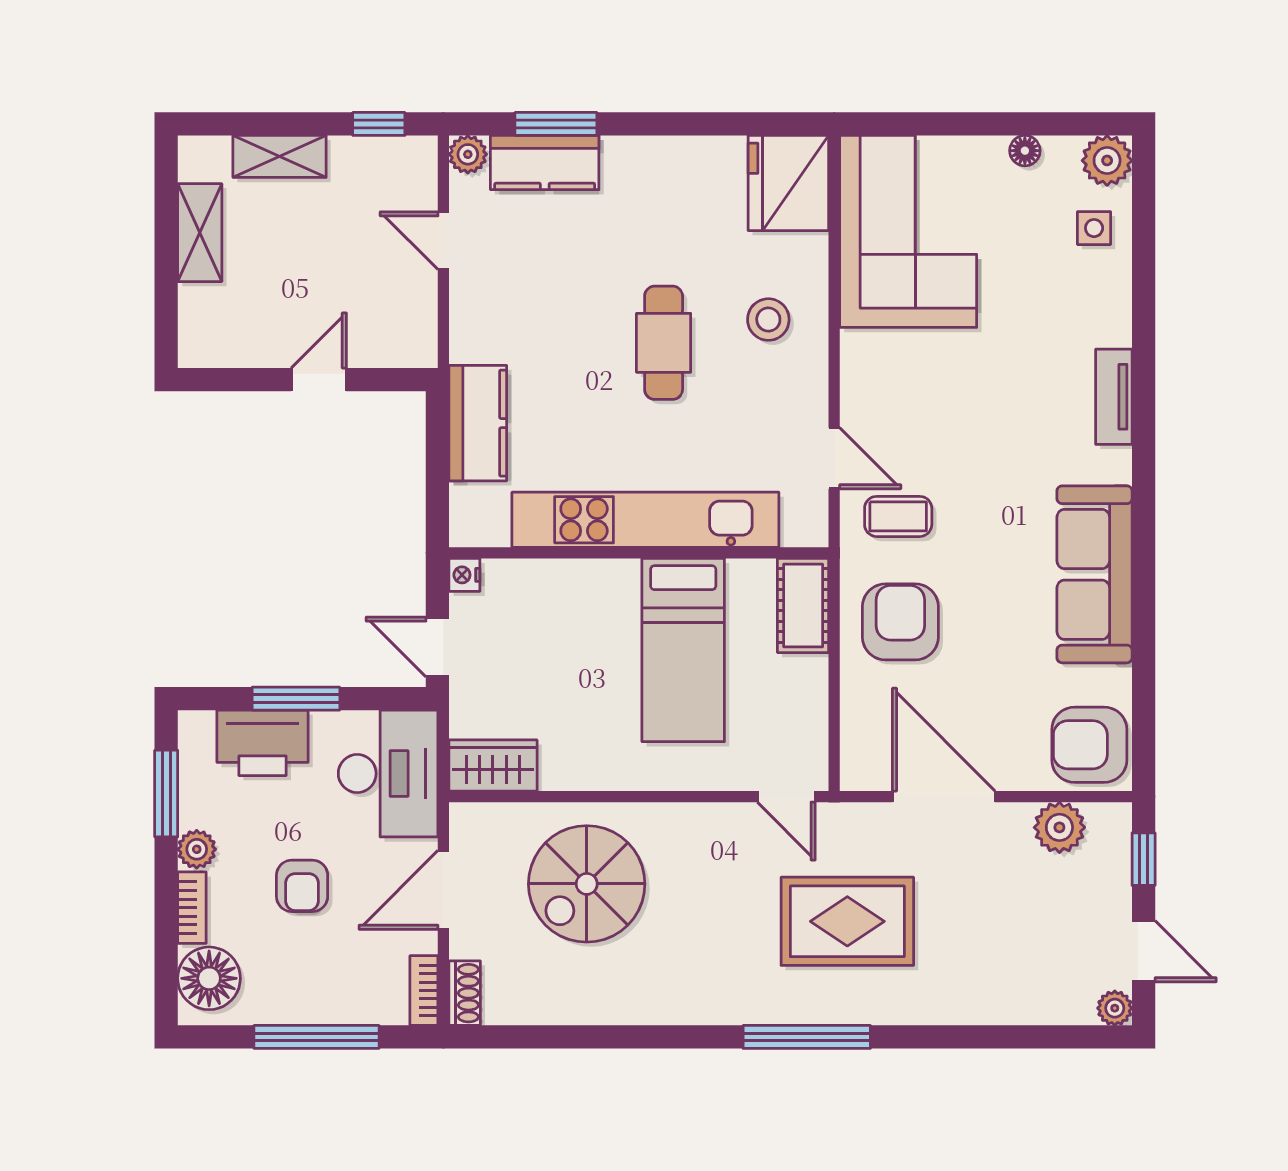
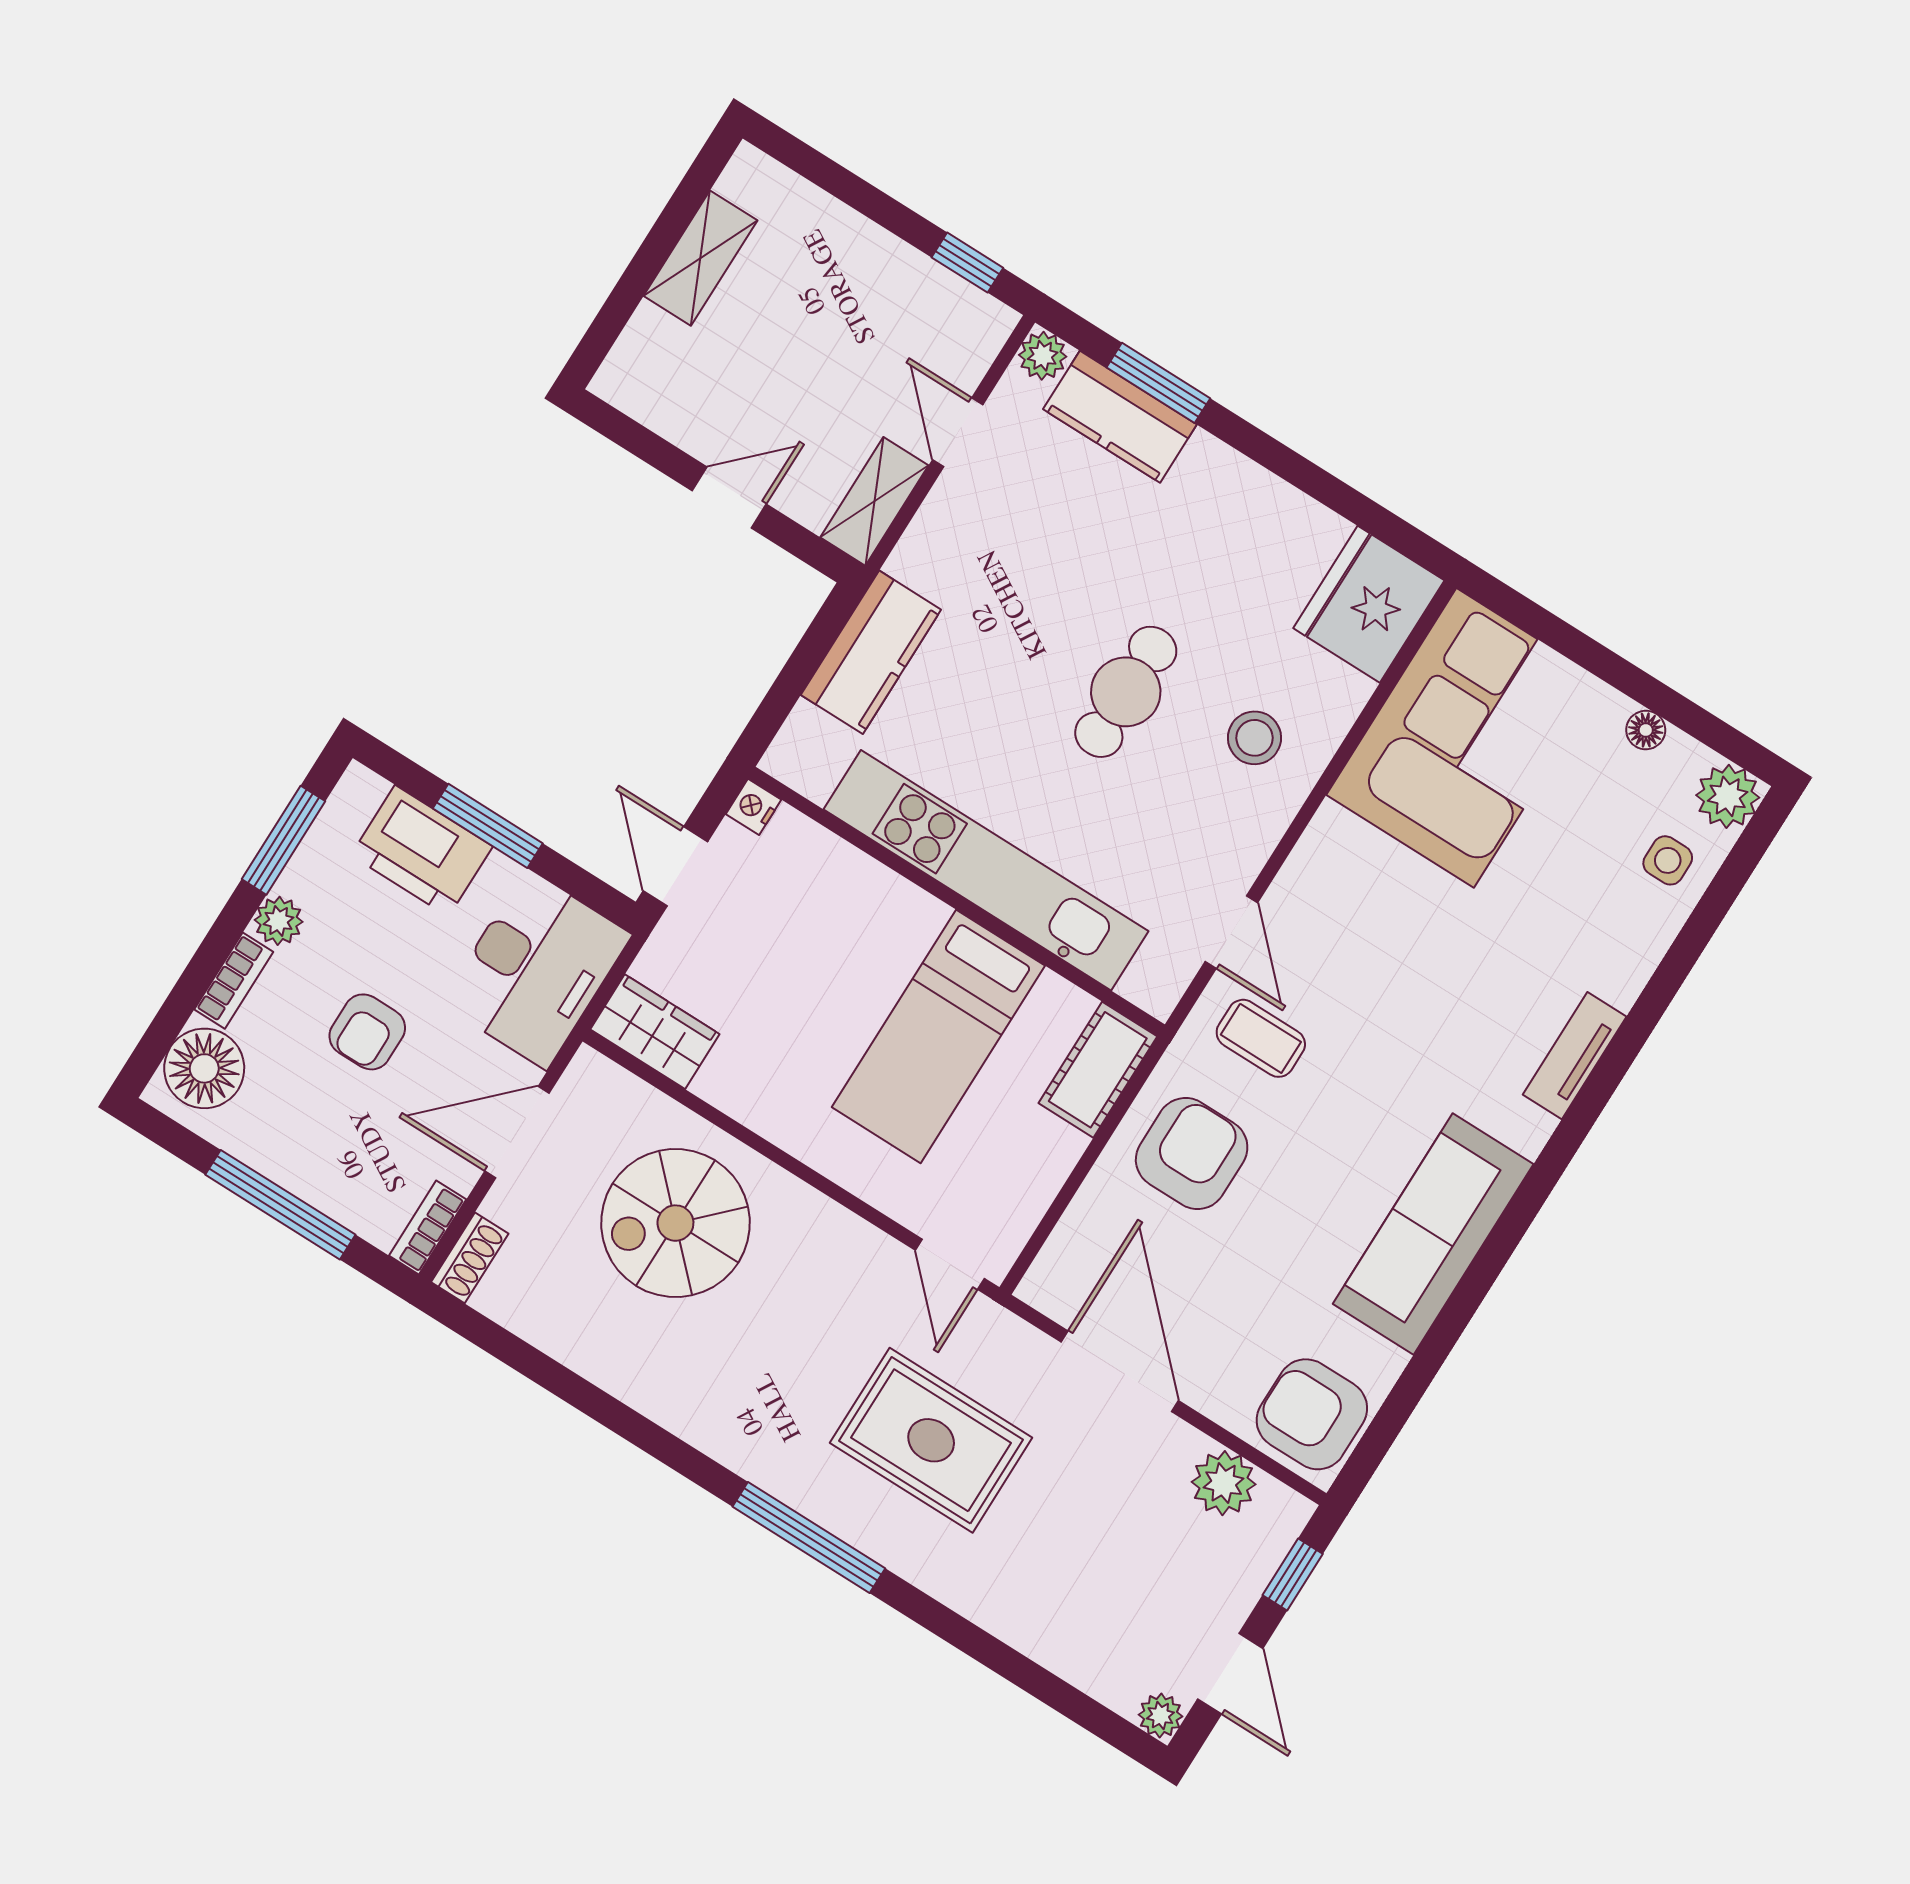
shelving: (280, 156) -> (874, 501), moved, turned 90

